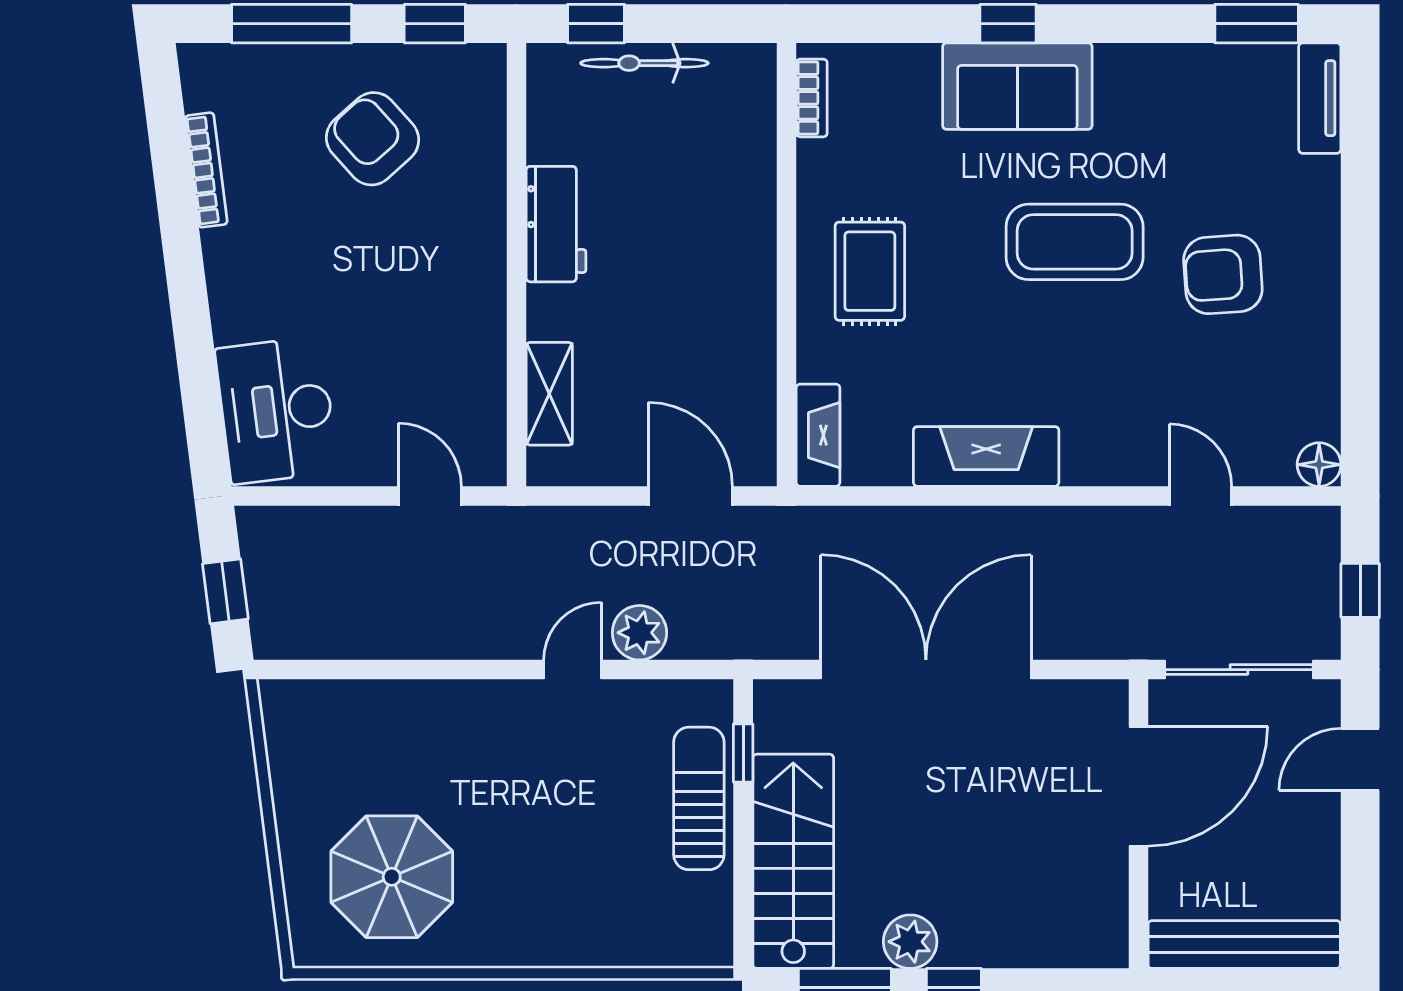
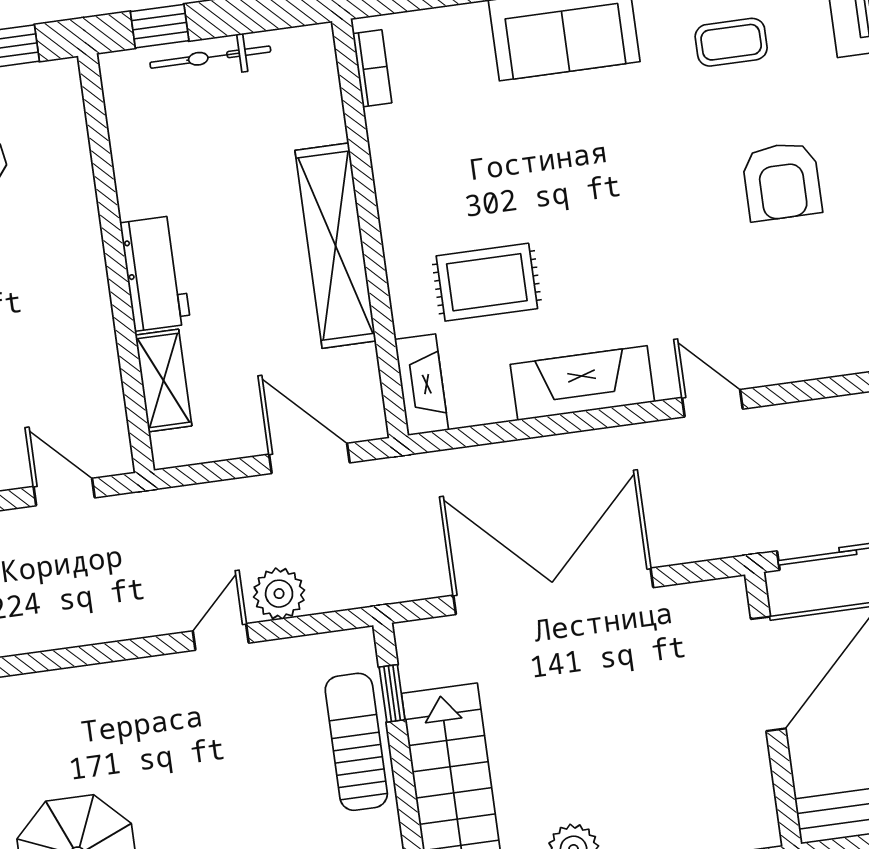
workbench: (556, 224) -> (155, 273), moved
coffee table: (1075, 242) -> (731, 42), moved, width x0.54, depth x0.58
rug: (870, 271) -> (487, 282), moved, turned 90
armchair: (1223, 274) -> (782, 181), turned -86
shelving: (748, 278) -> (336, 246), added
door: (1200, 496) -> (712, 403), moved

